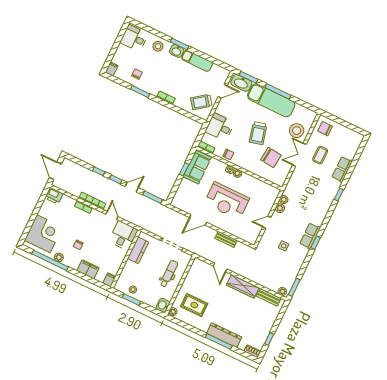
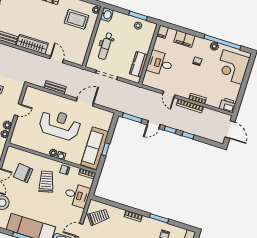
trolley: (258, 133) -> (46, 182), moved
sofa: (197, 167) -> (95, 148), width x1.36
desk: (123, 236) -> (160, 63), moved, turned 90

